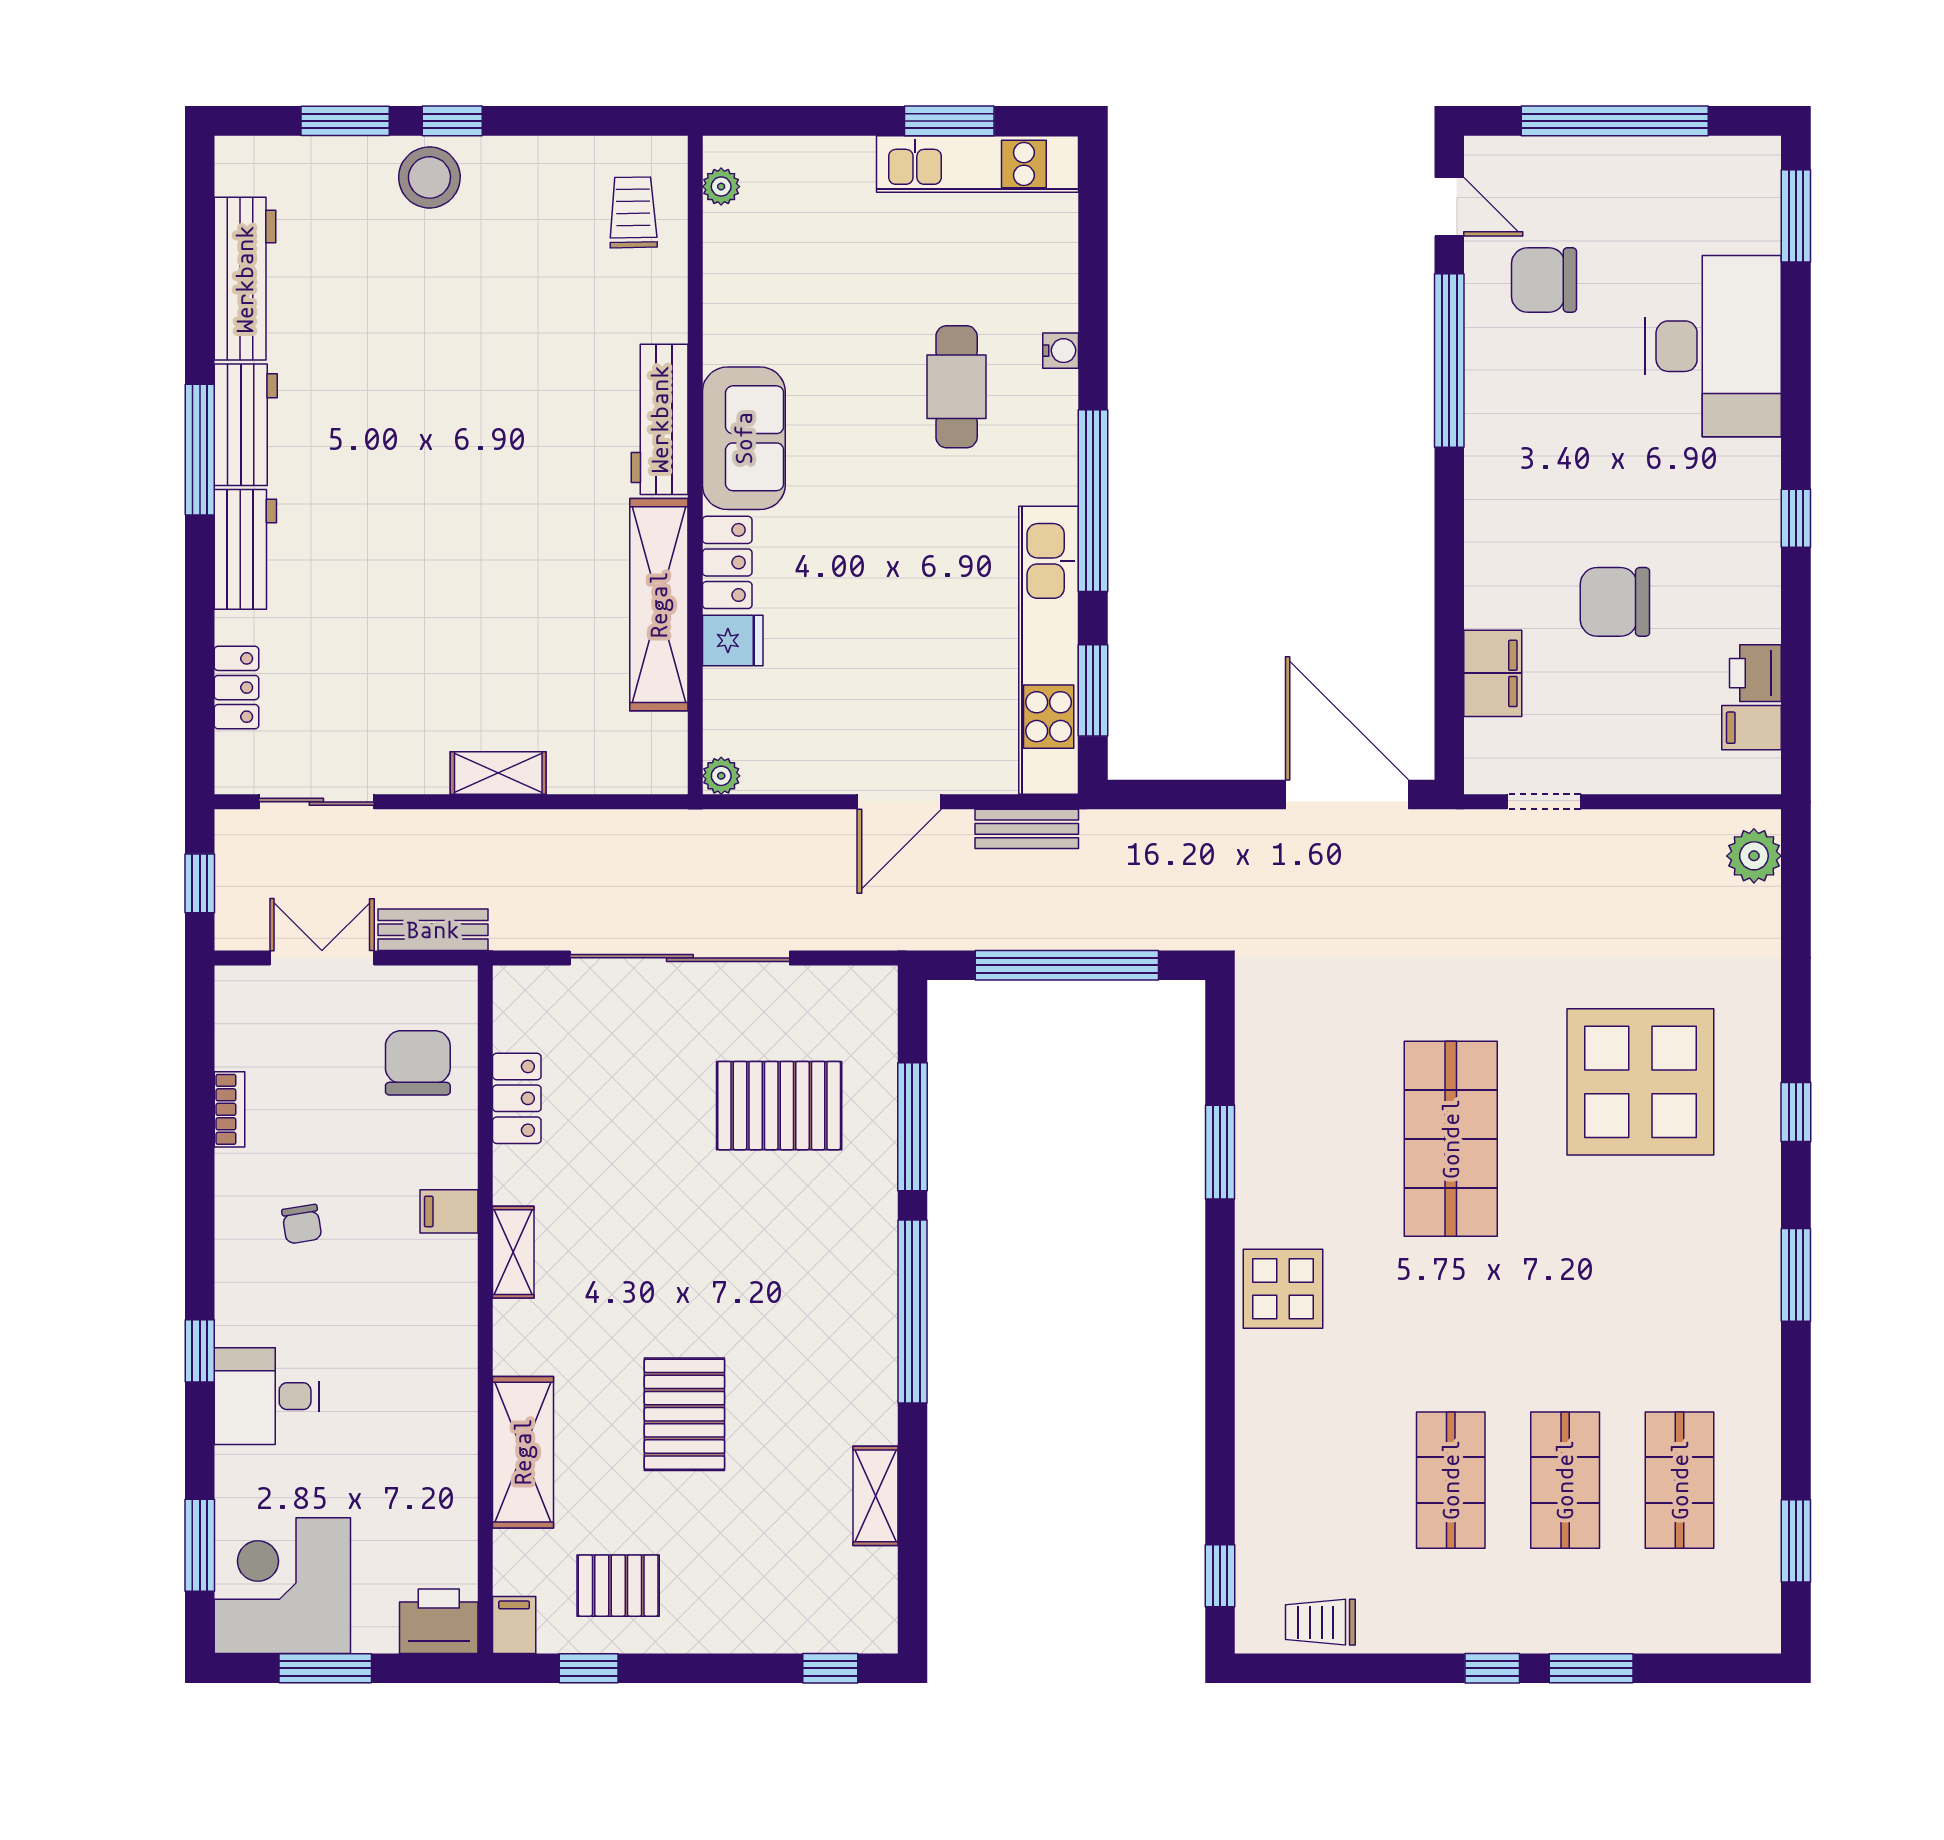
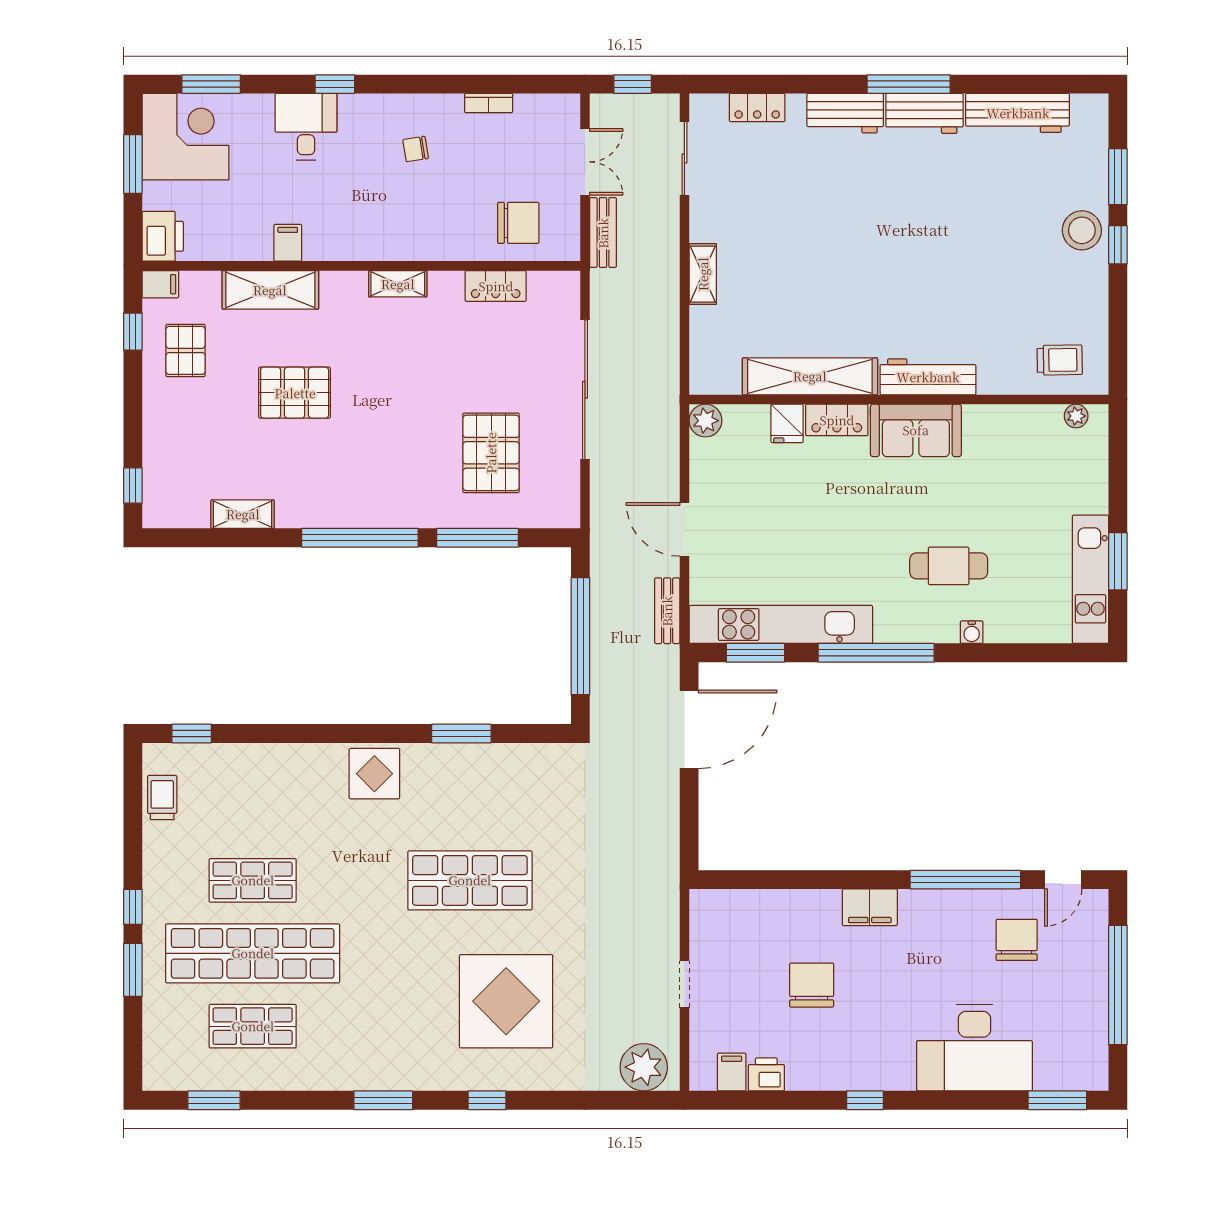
filing cabinet: (1493, 673) -> (870, 907), moved
plant: (721, 776) -> (705, 421), width x1.38, depth x1.38
door: (1347, 794) -> (689, 729), moved
doorway: (1544, 802) -> (684, 984), moved
plant: (1754, 856) -> (644, 1067), width x1.36, depth x1.36
filing cabinet: (449, 1211) -> (288, 243), moved
shop shelf: (1565, 1480) -> (253, 953), width x2.00, depth x1.36

